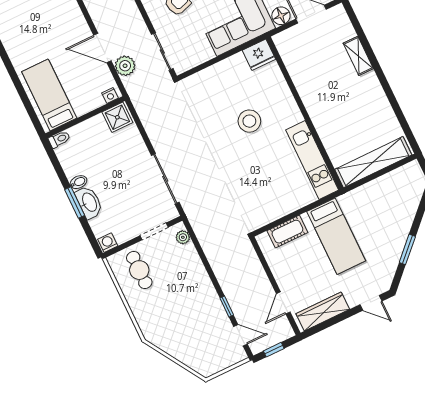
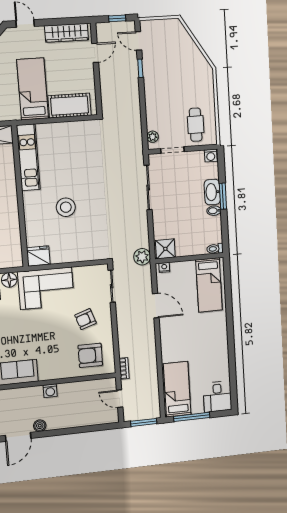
plant: (125, 66) -> (142, 257), moved
cot: (287, 232) -> (70, 106), width x1.37, depth x1.34

